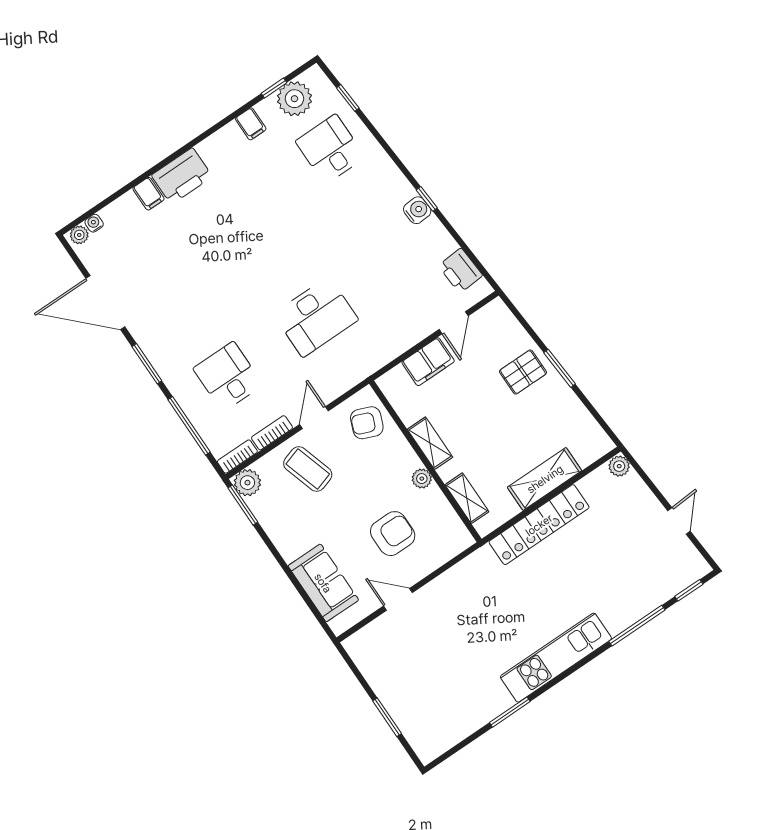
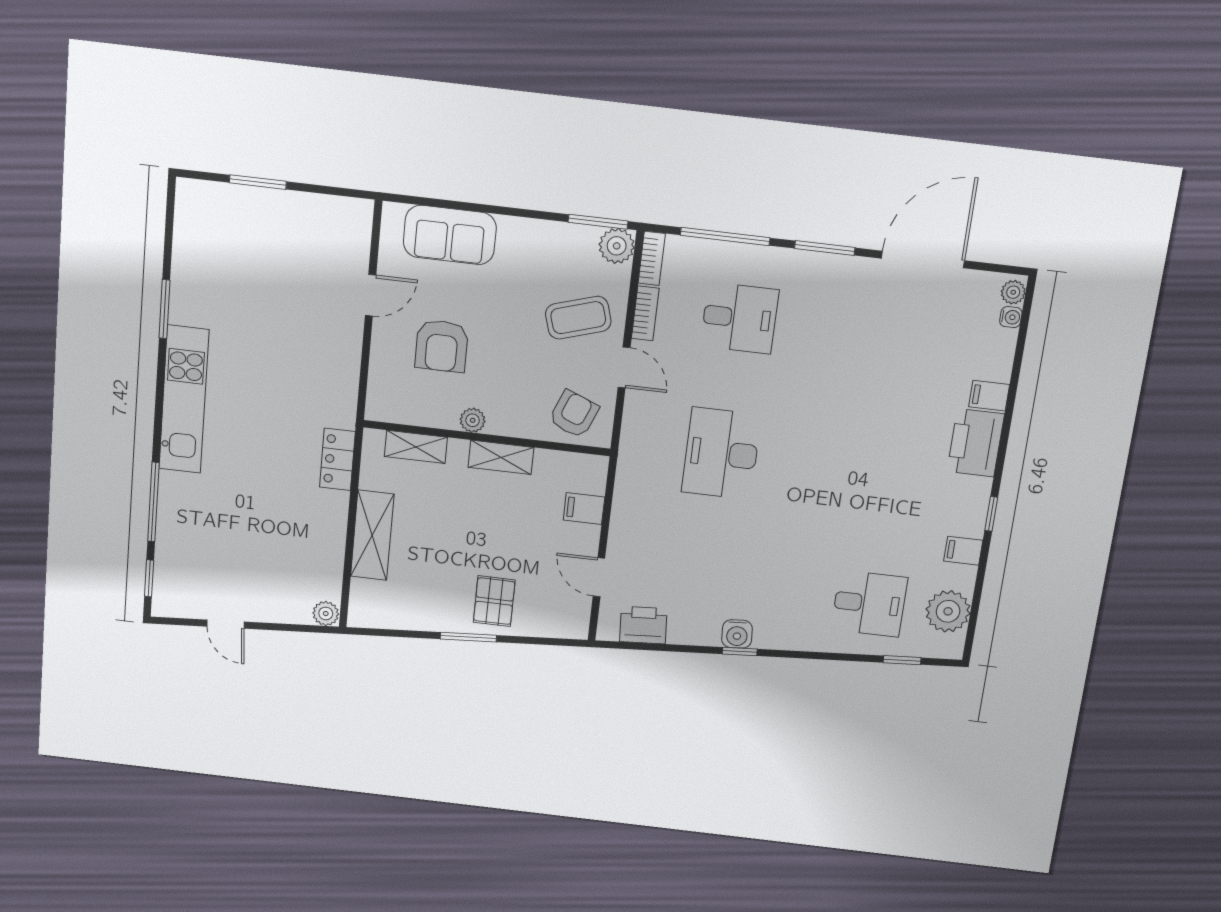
window: (274, 88) -> (991, 514), moved
filing cabinet: (428, 362) -> (584, 508), width x0.50
locker: (539, 525) -> (337, 459), width x0.46, depth x0.83

